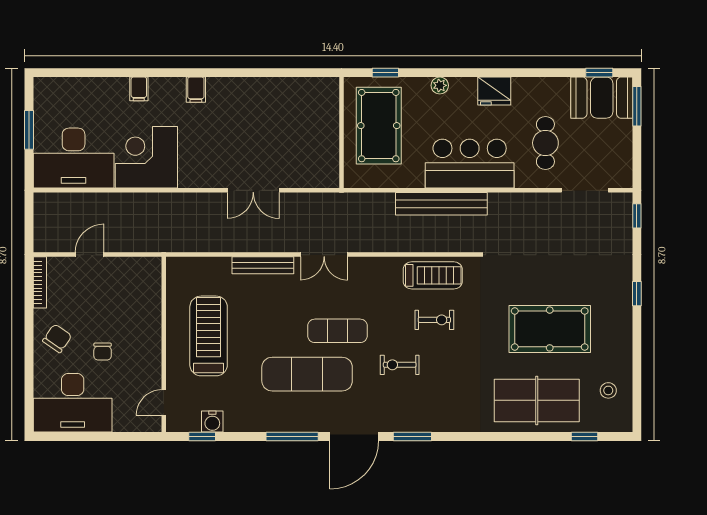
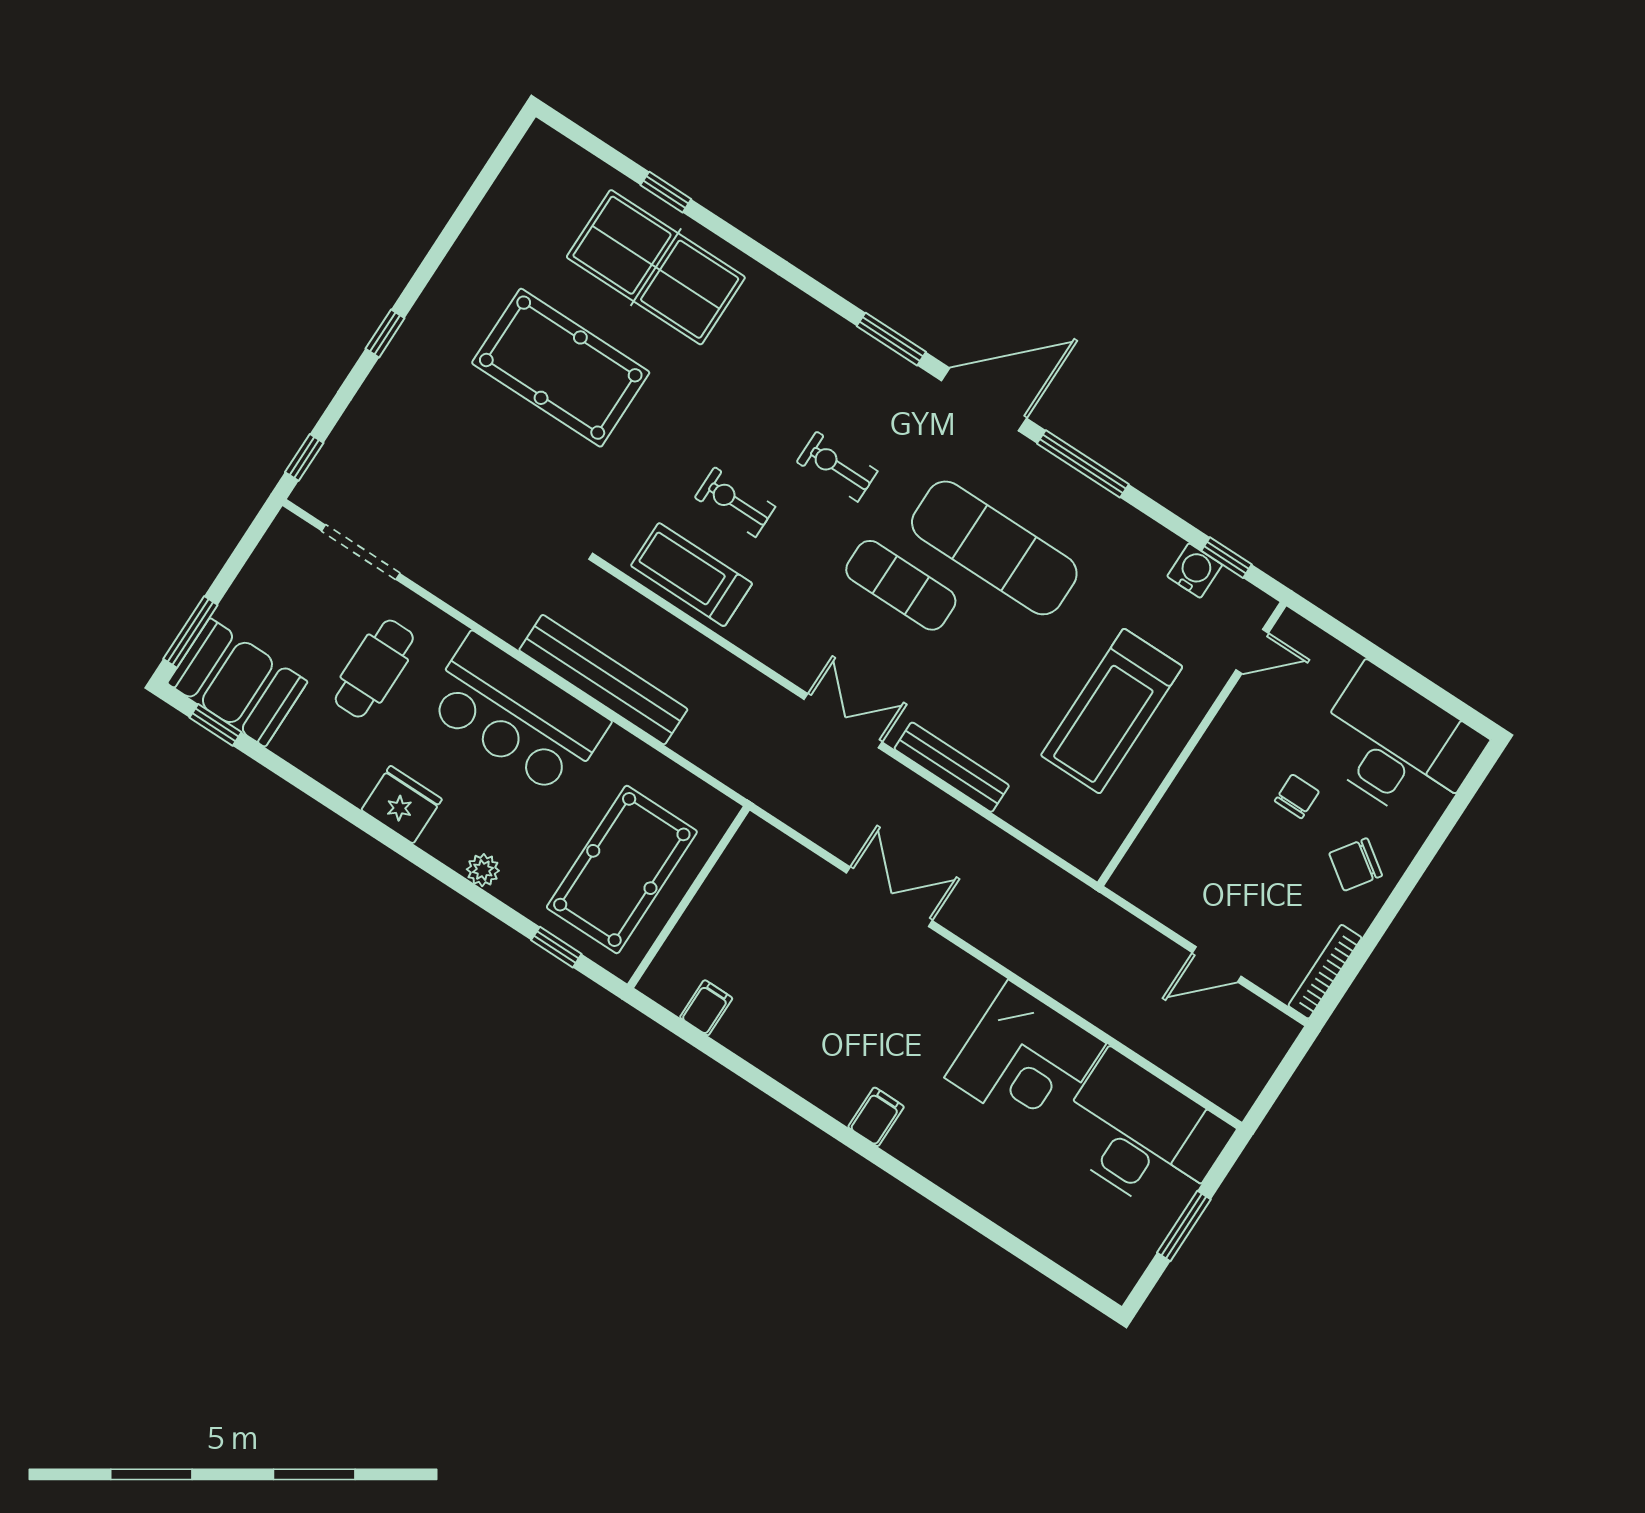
filing cabinet: (139, 89) -> (706, 1008), moved
exercise bike: (400, 365) -> (837, 467), turned 180
stool: (608, 390) -> (531, 209), removed
window: (585, 436) -> (666, 192), moved

